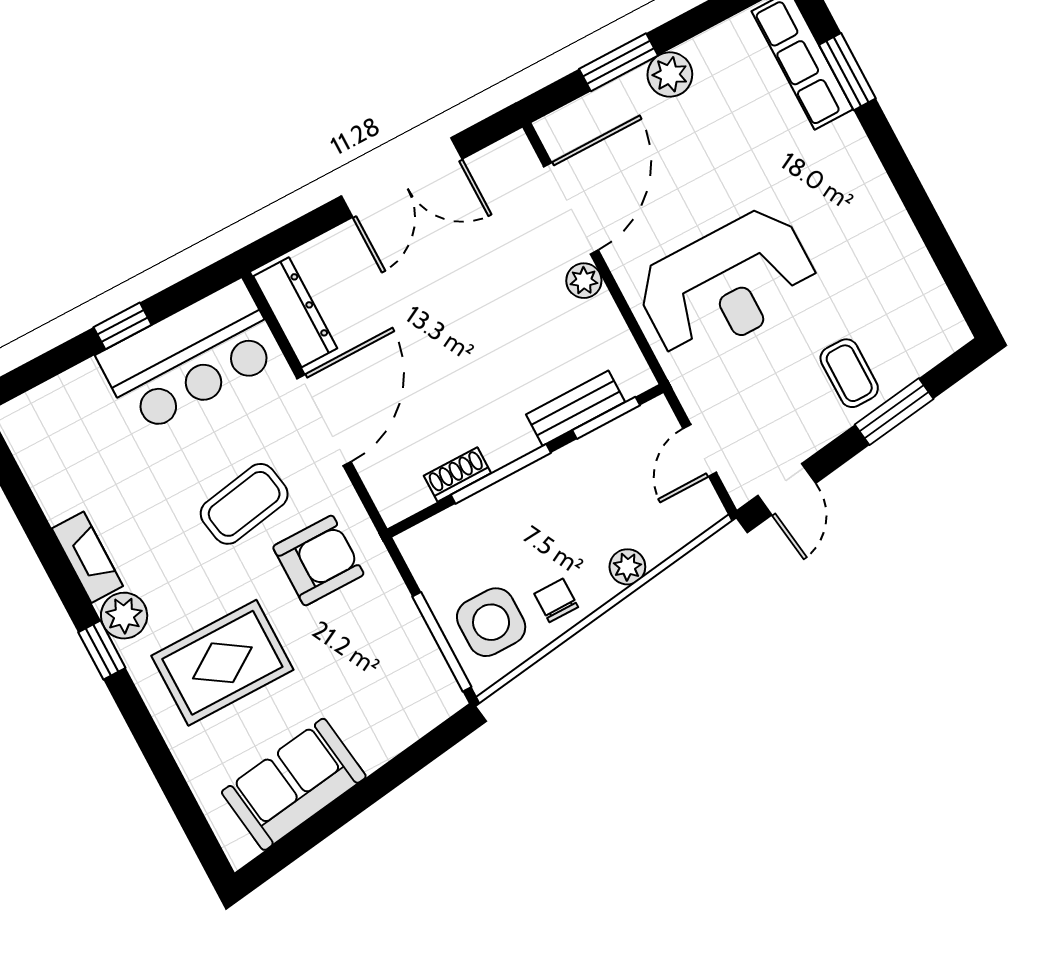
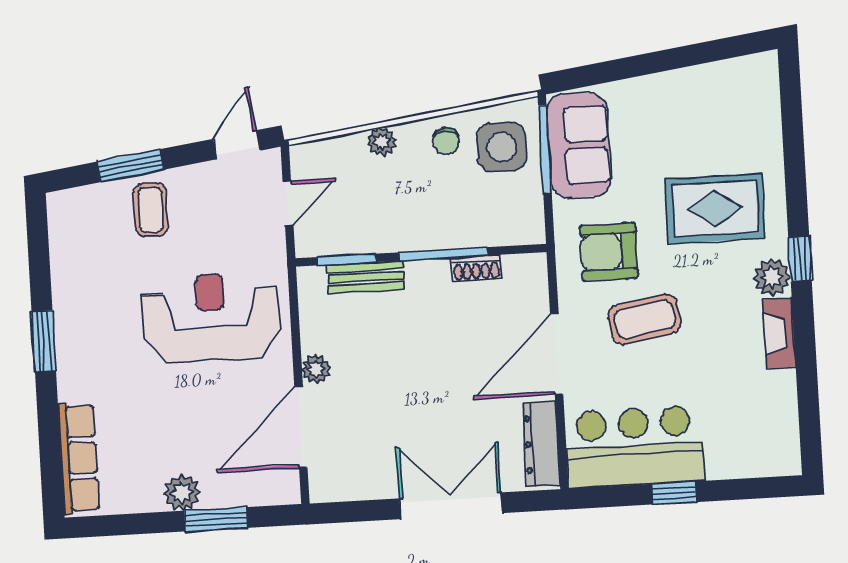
window: (847, 72) -> (44, 341), moved
double door: (402, 177) -> (451, 506), moved
sofa: (294, 784) -> (579, 145), moved, turned -82

